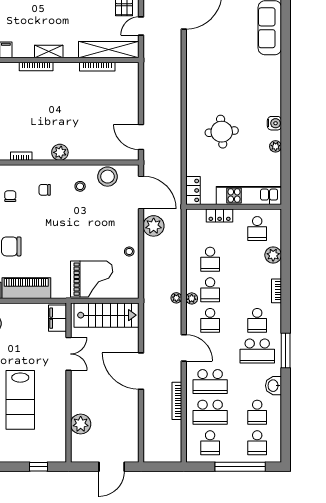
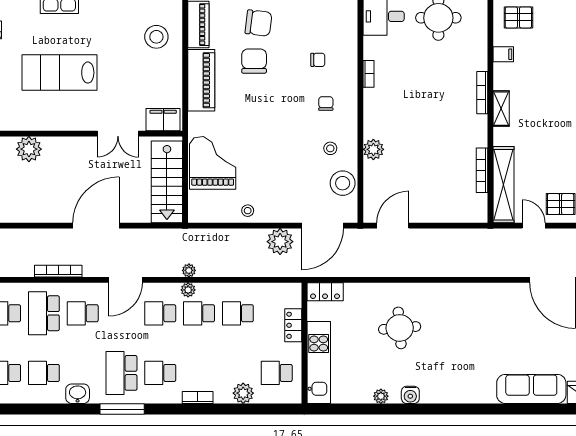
plant: (60, 152) -> (373, 149), moved
grand piano: (92, 279) -> (213, 163), turned 180
school desk: (210, 382) -> (83, 313), width x0.54

